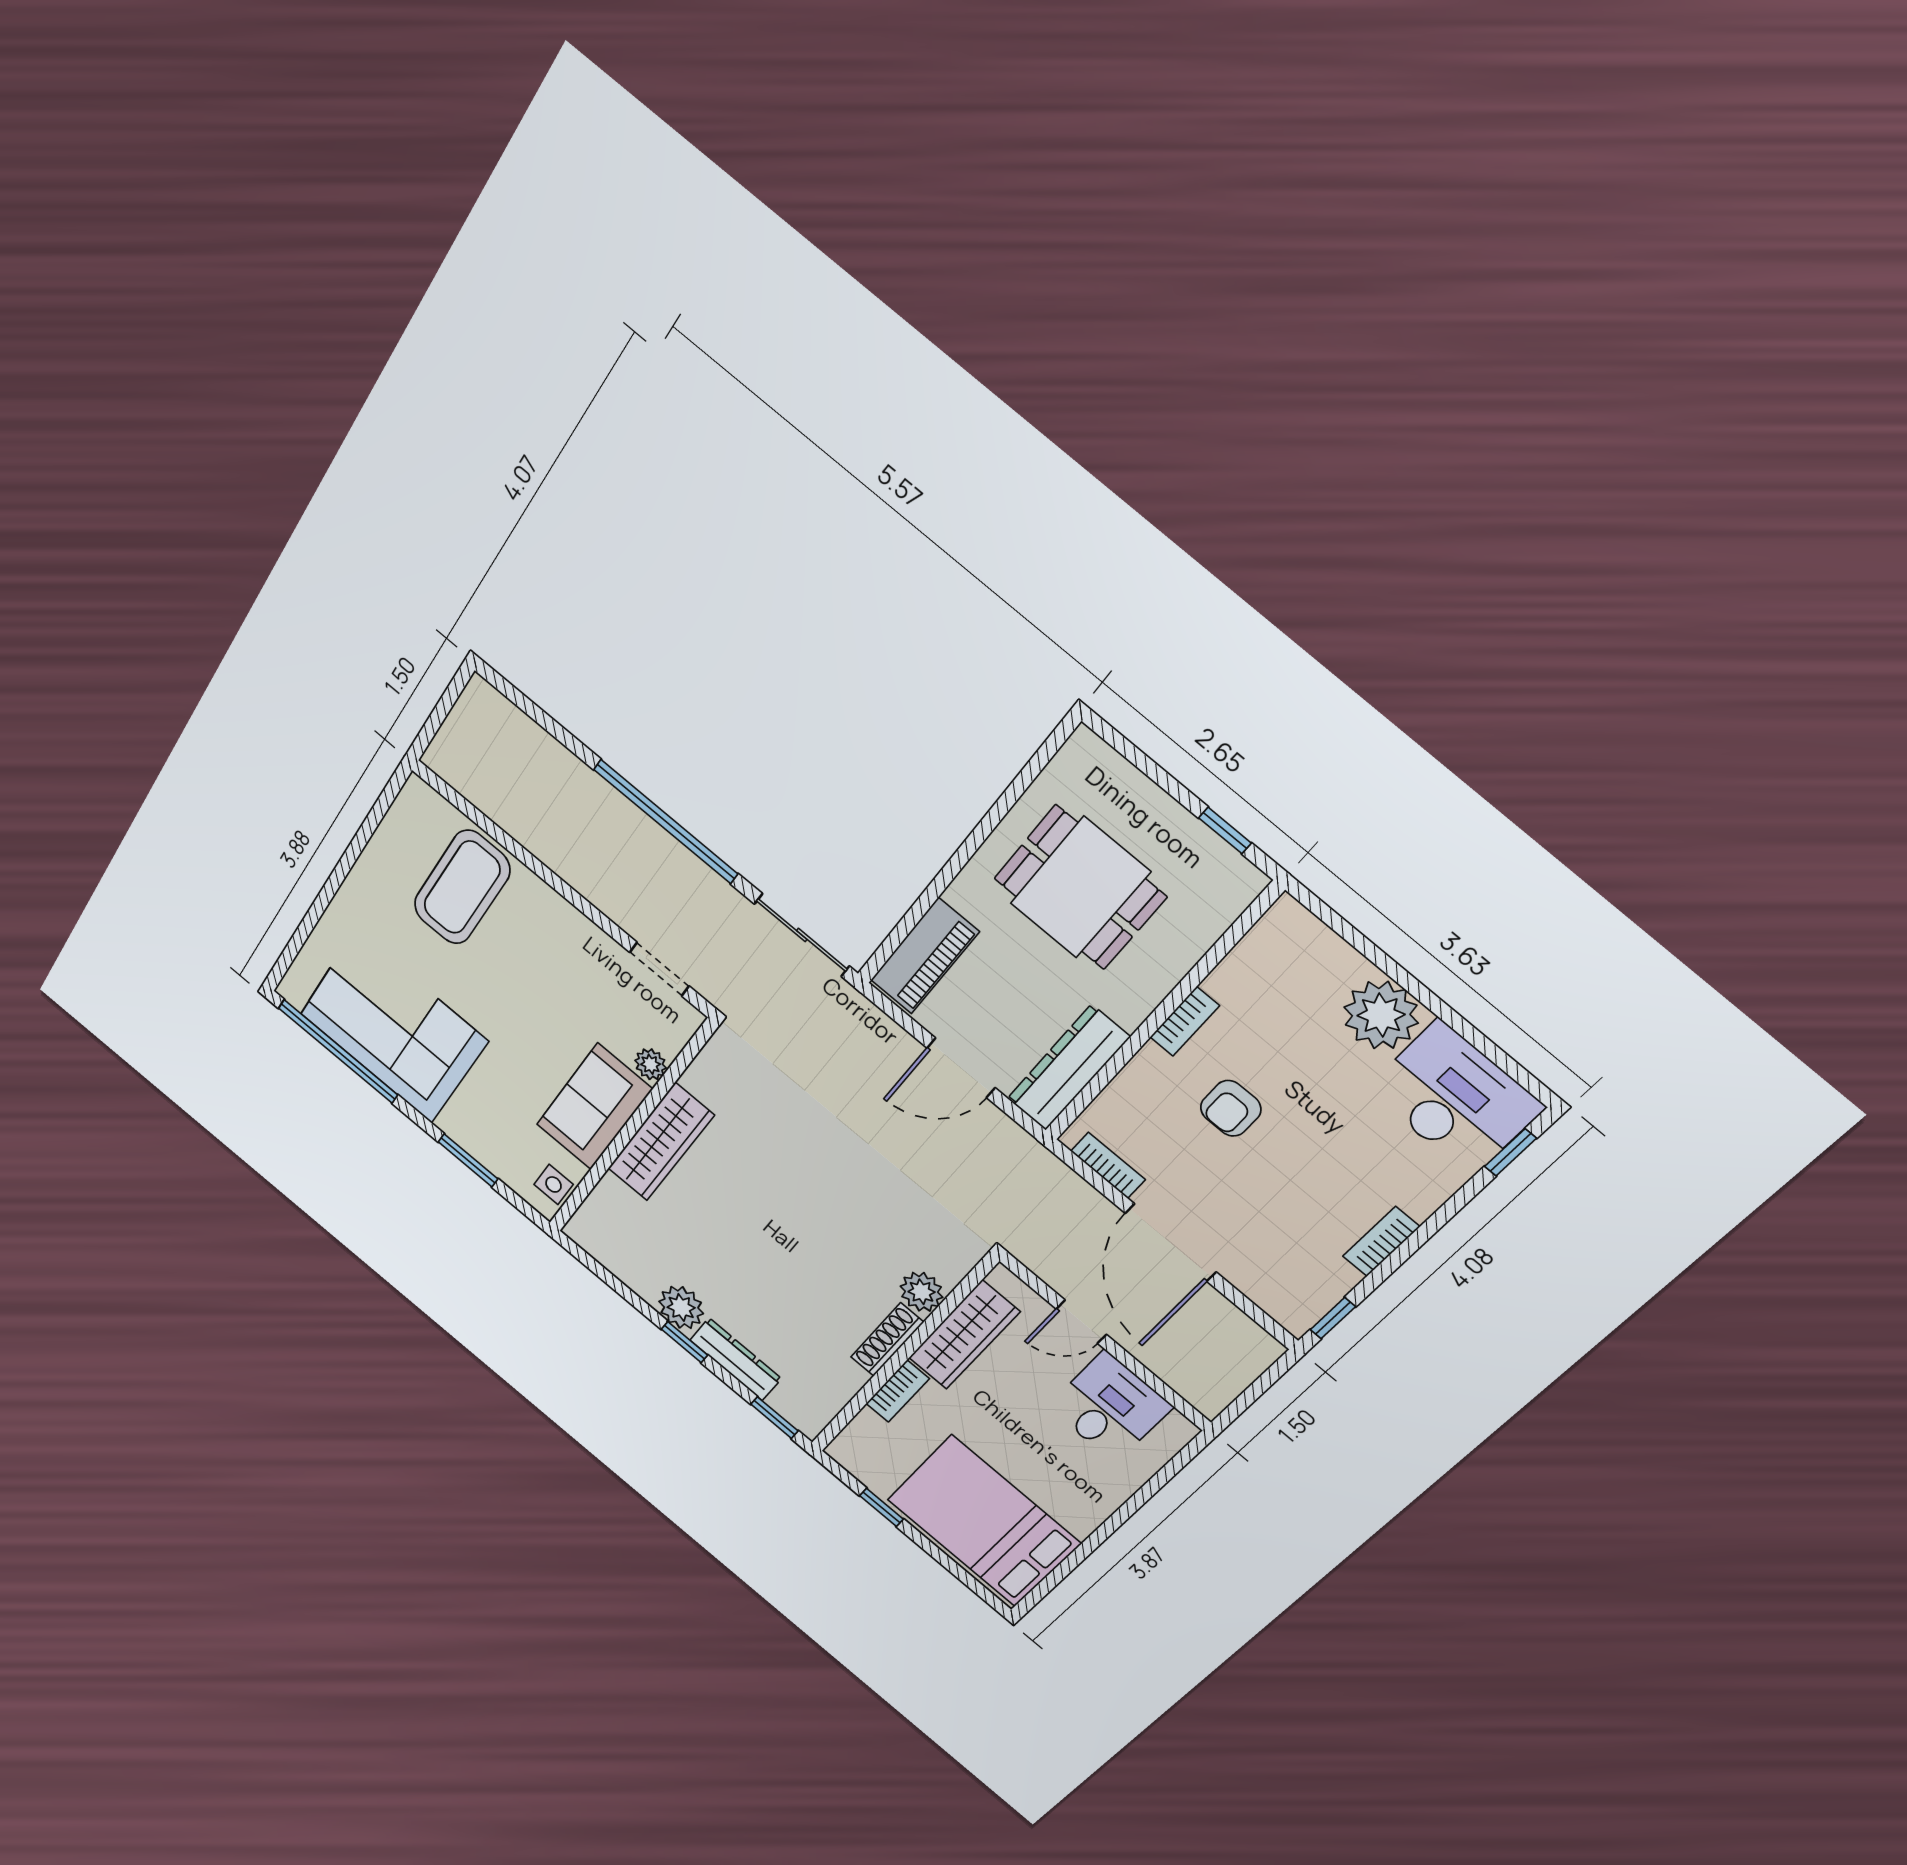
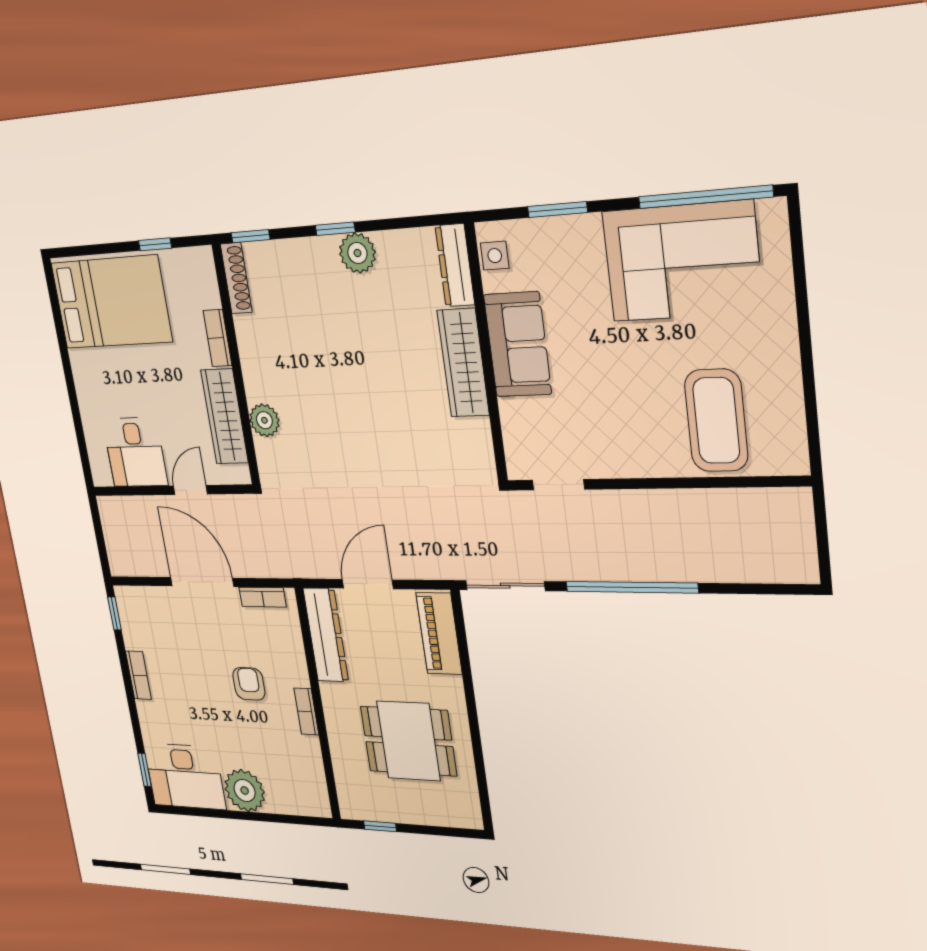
plant: (651, 1064) -> (512, 413), removed
shoe rack: (887, 1340) -> (236, 278), moved
dresser: (736, 1359) -> (455, 265), moved, turned 90

